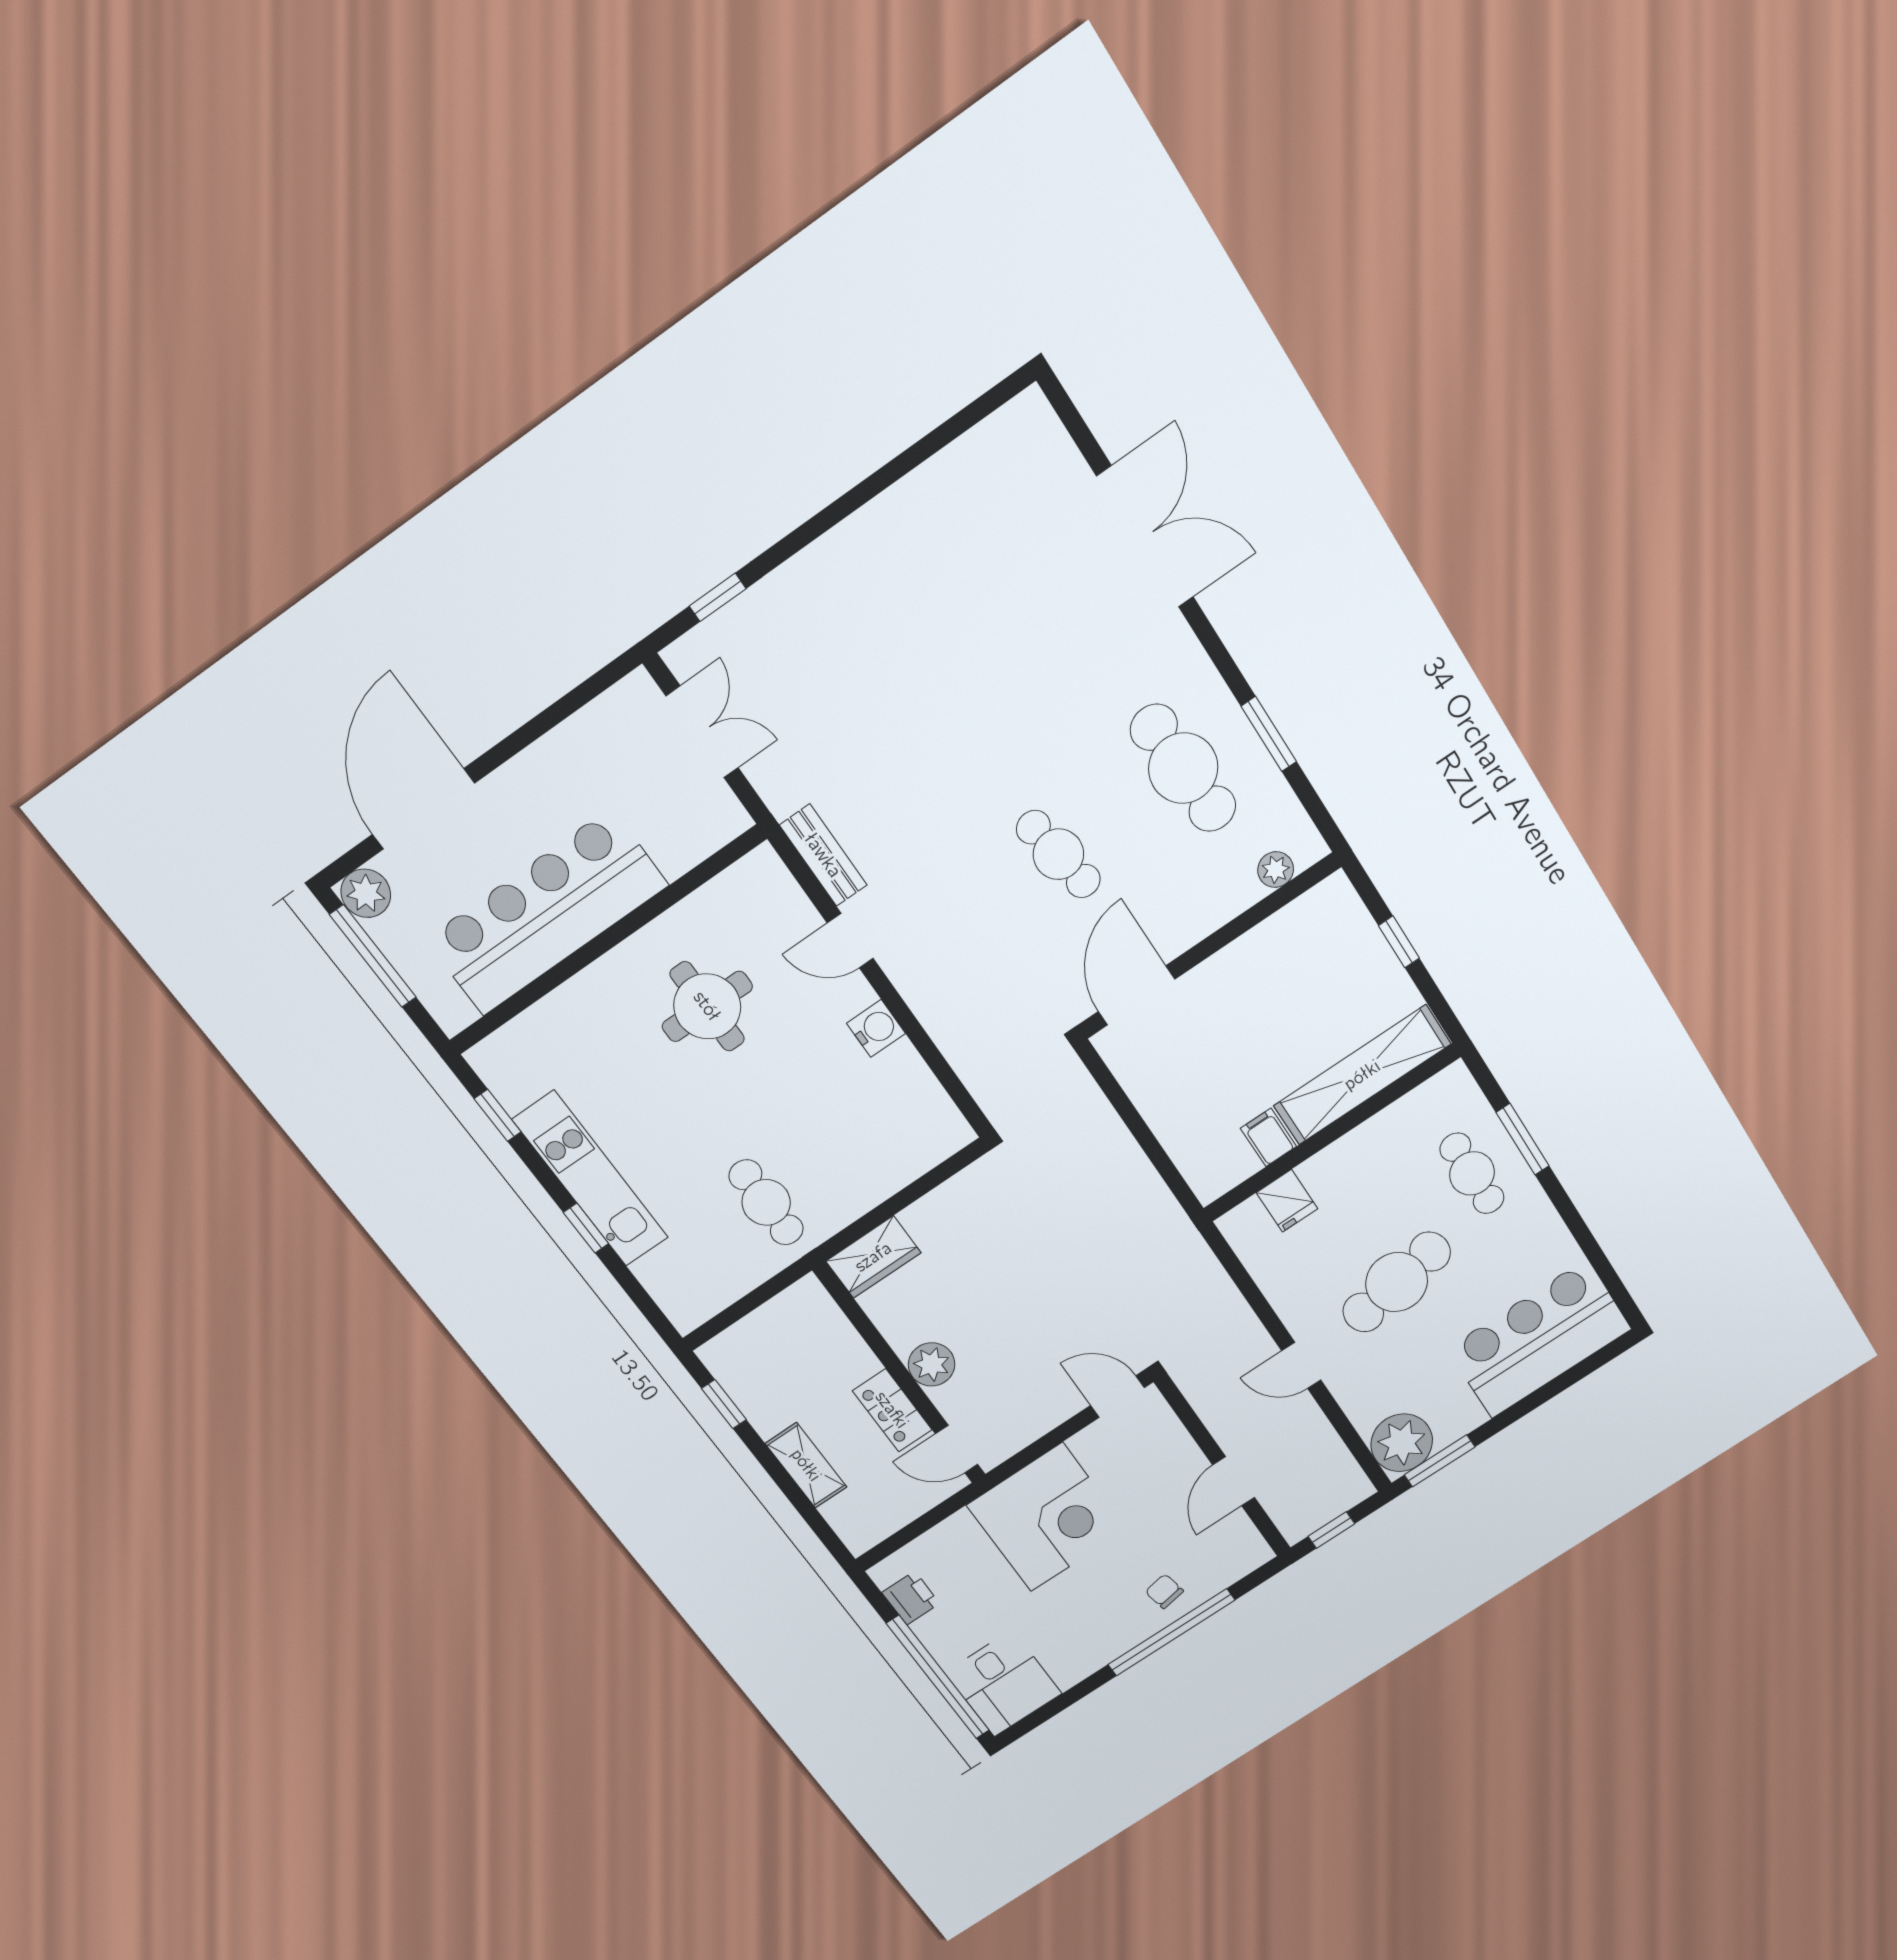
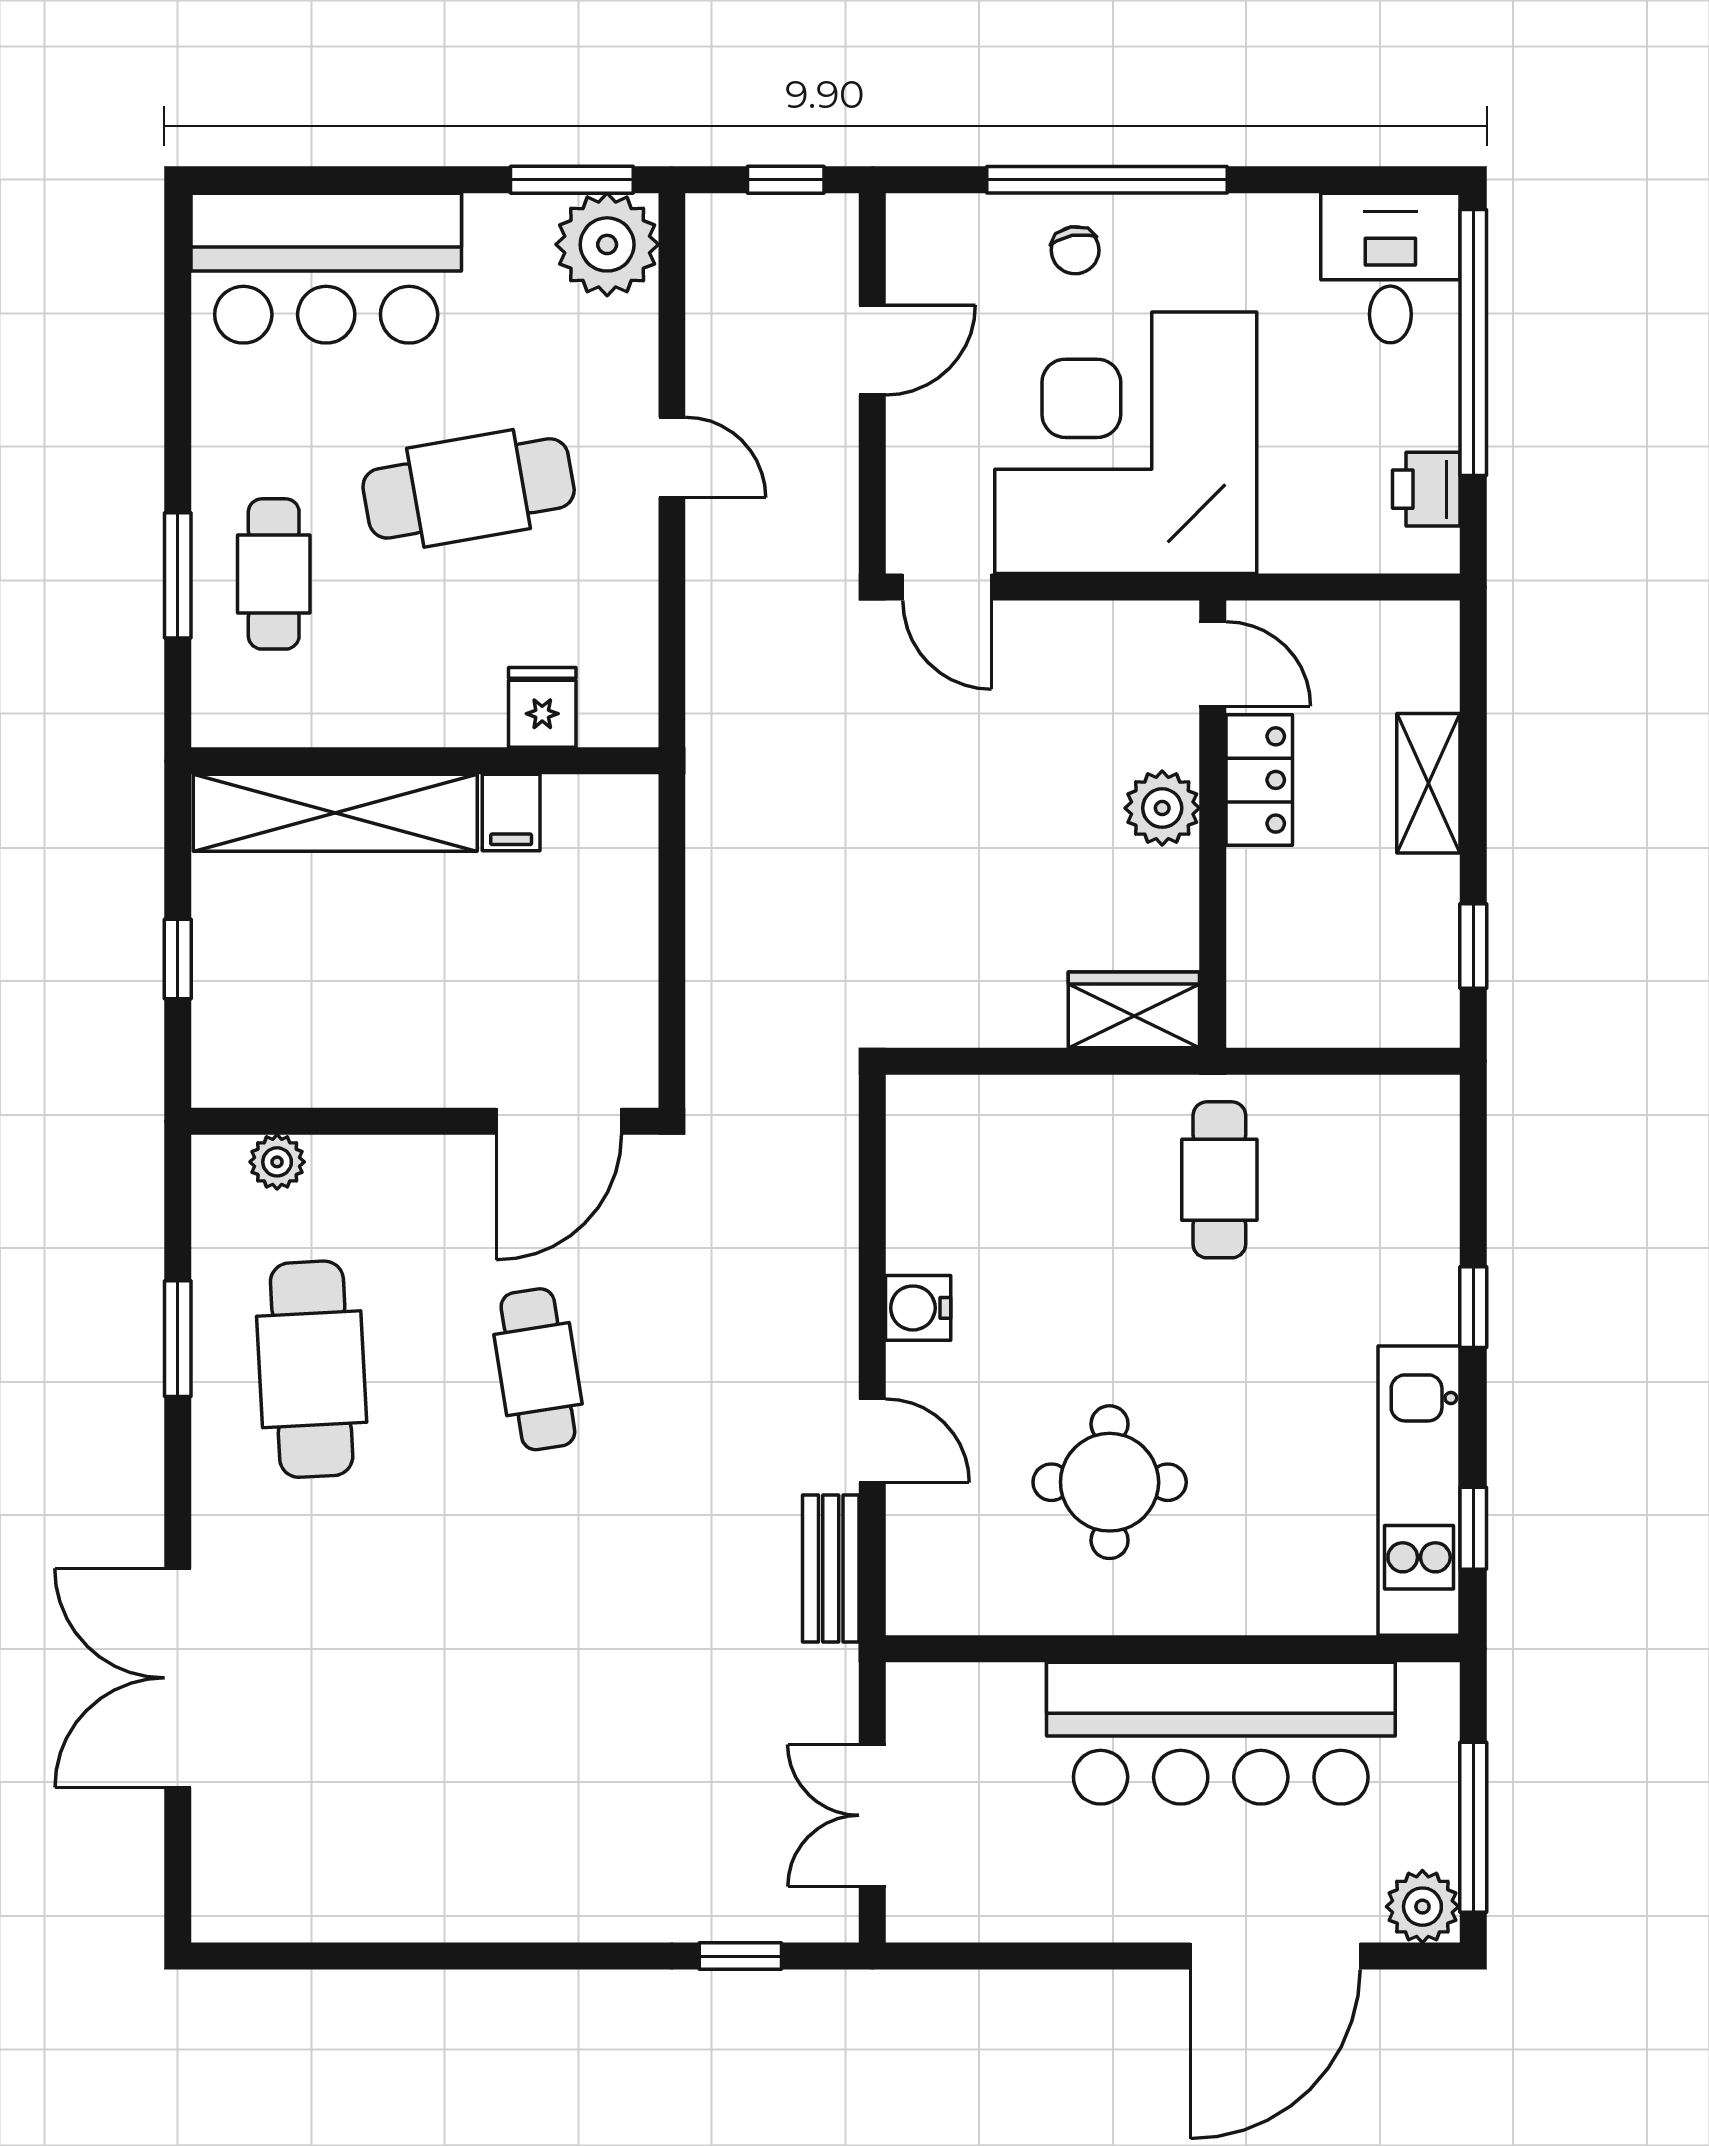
kitchen unit: (591, 1179) -> (1419, 1491), moved
corner desk: (1047, 1517) -> (1126, 443), width x1.36, depth x1.36

